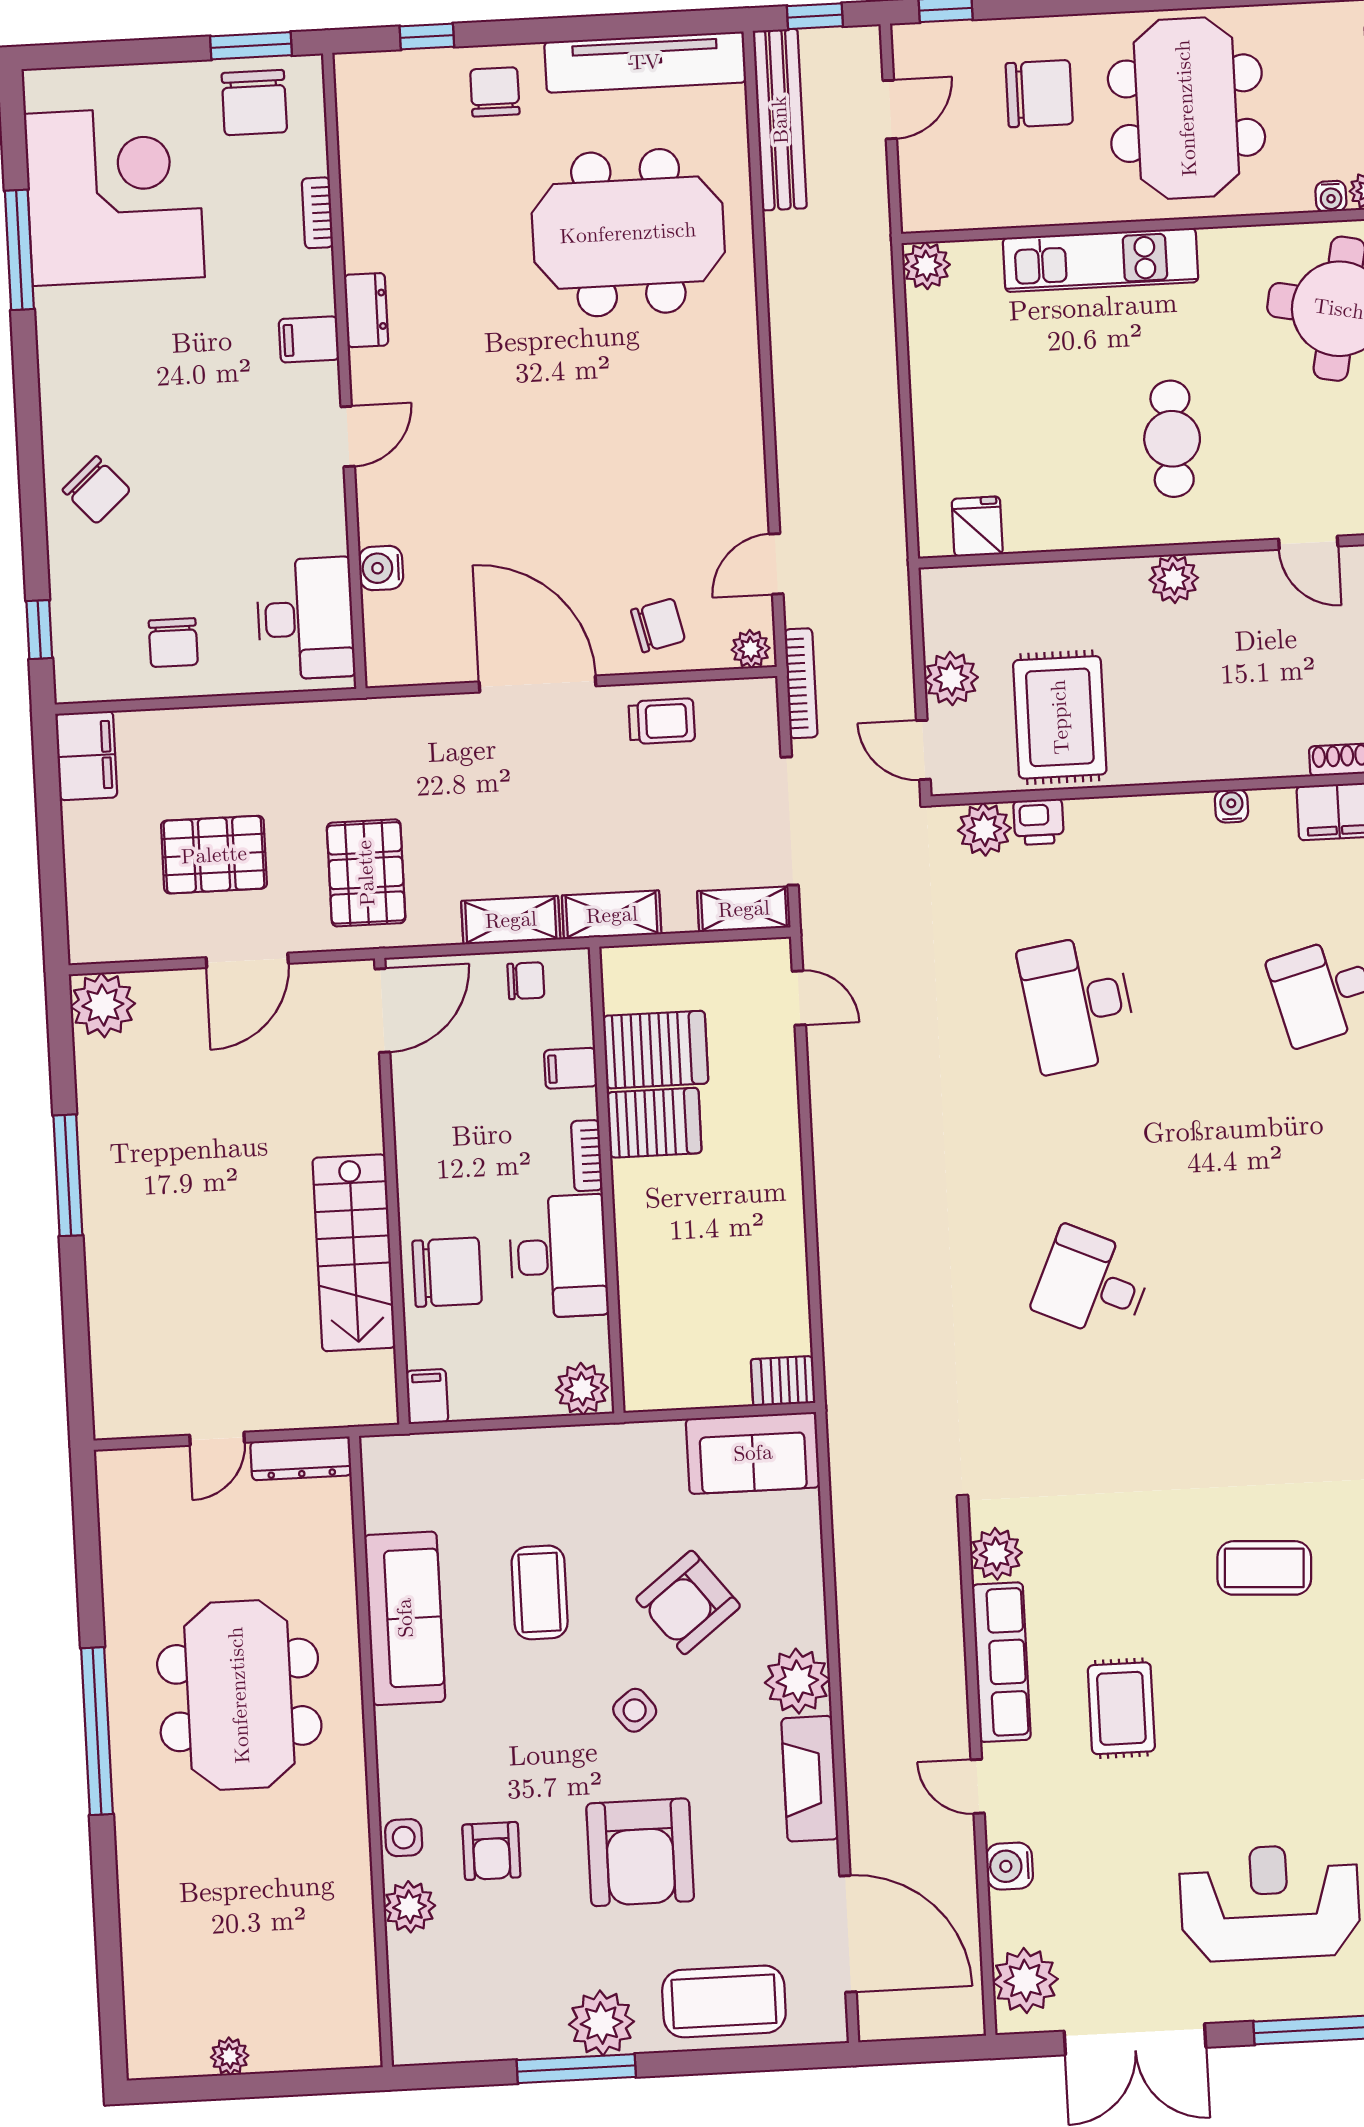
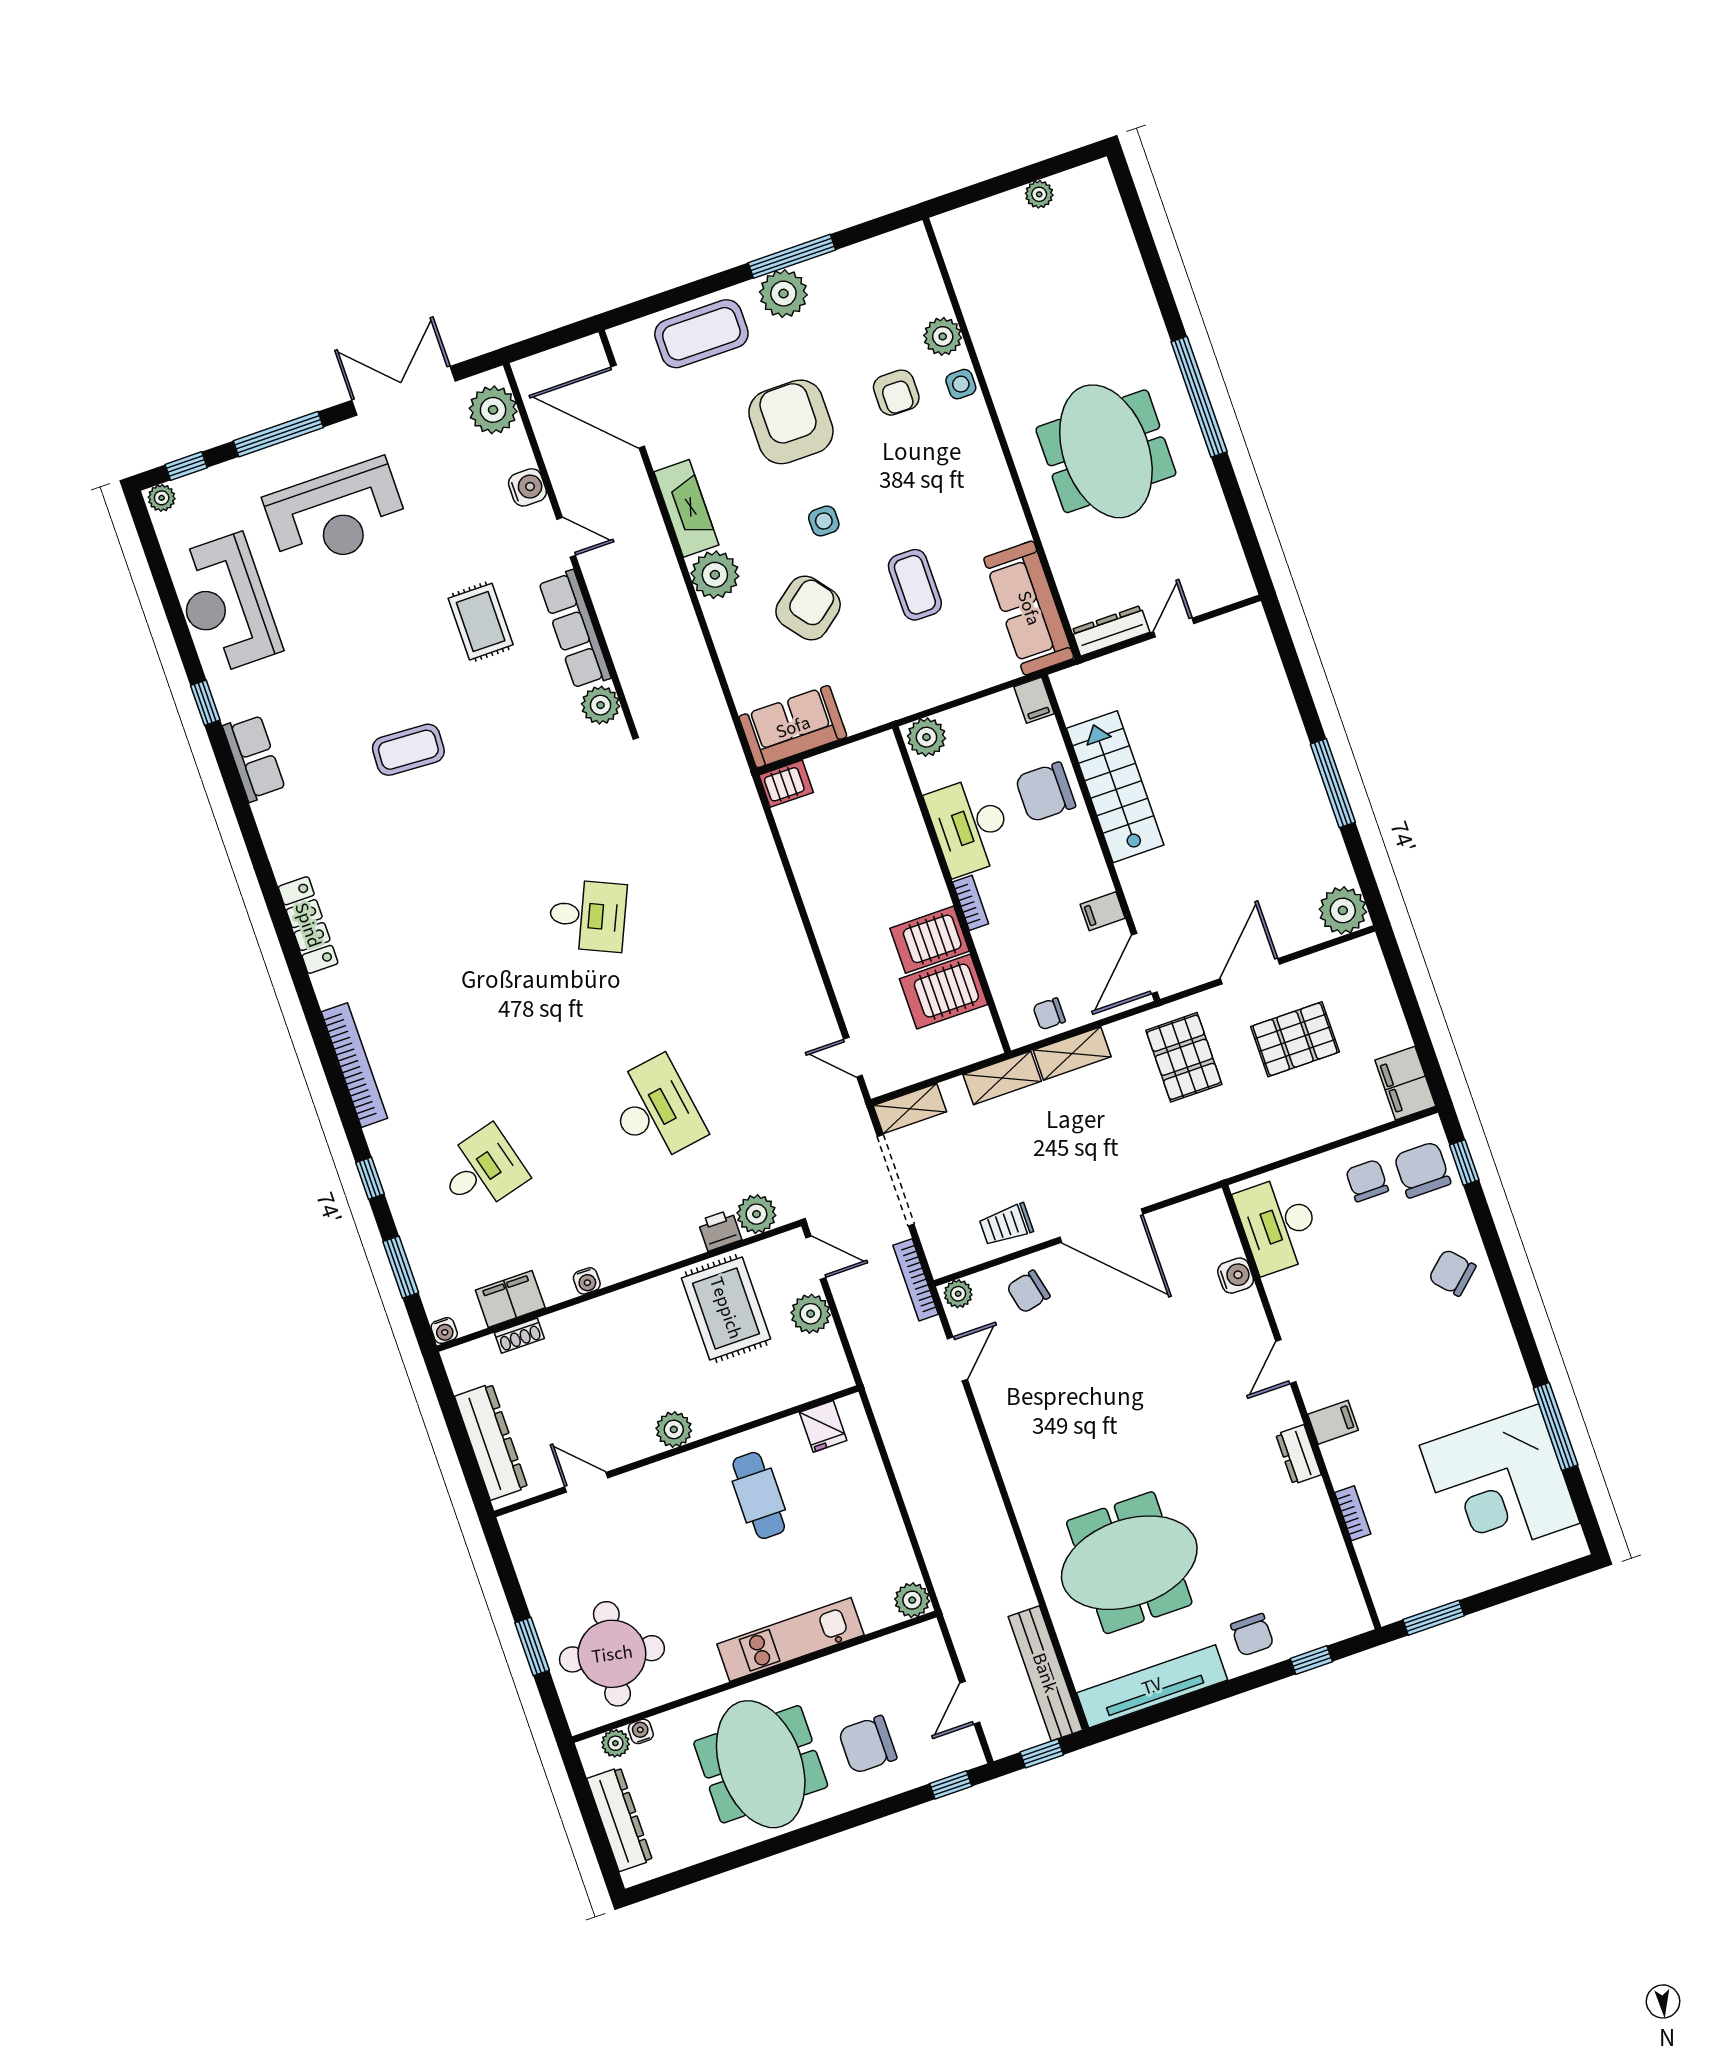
chair: (254, 103) -> (1422, 1170), moved
cafe table: (1172, 439) -> (759, 1495), moved
filing cabinet: (570, 1068) -> (1103, 911), moved, turned 180
sofa: (405, 1618) -> (1029, 608), moved
side table: (635, 1710) -> (824, 521), turned 38
armchair: (491, 1851) -> (896, 393), turned 180

